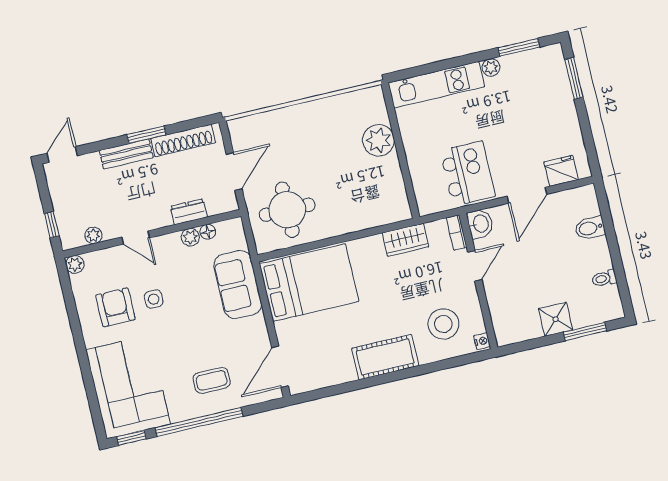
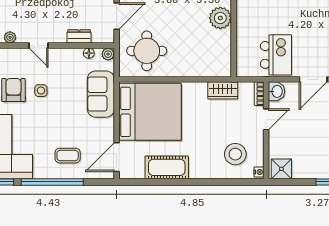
plant: (190, 237) -> (108, 54), moved
bed: (309, 283) -> (150, 112), width x1.36
shower: (556, 319) -> (281, 169), moved
cot: (385, 357) -> (167, 167), moved

